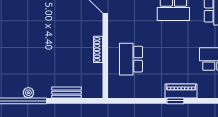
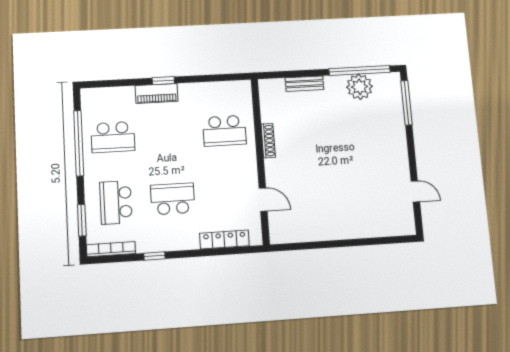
school desk: (131, 59) -> (224, 131), turned 90
plant: (28, 93) -> (360, 87), width x1.87, depth x1.87

